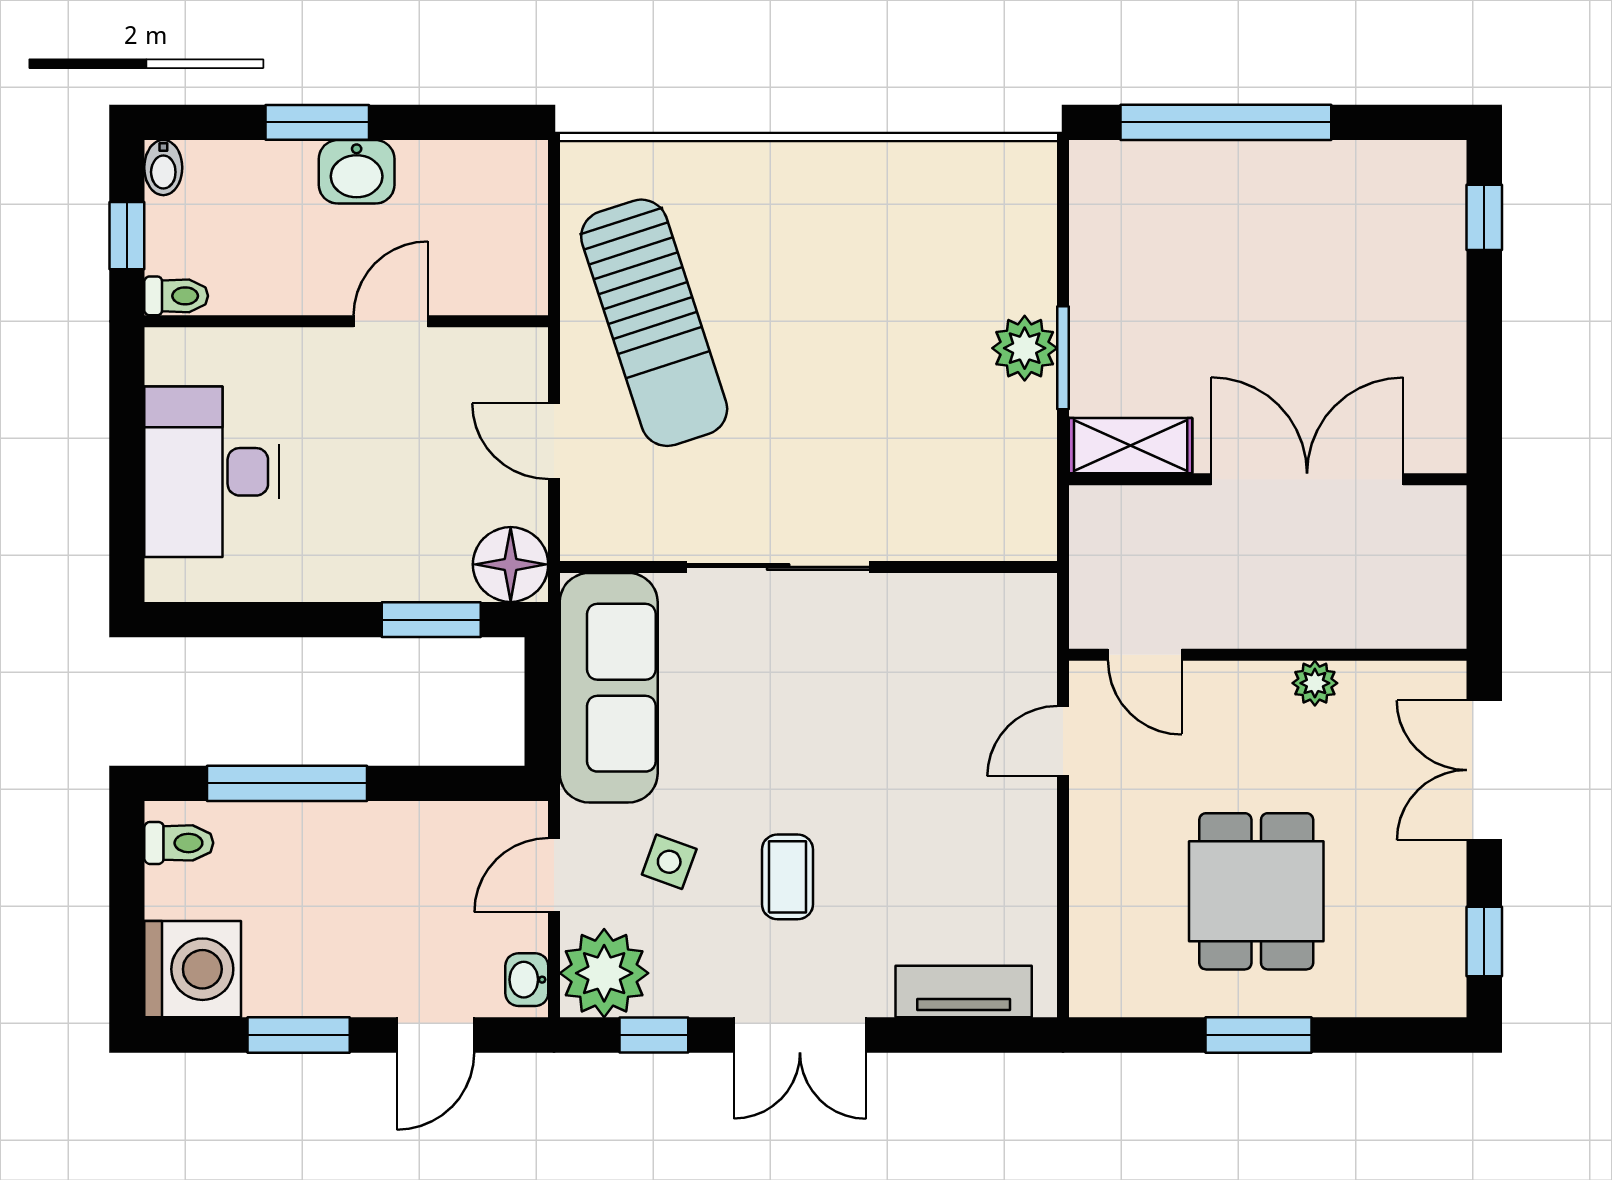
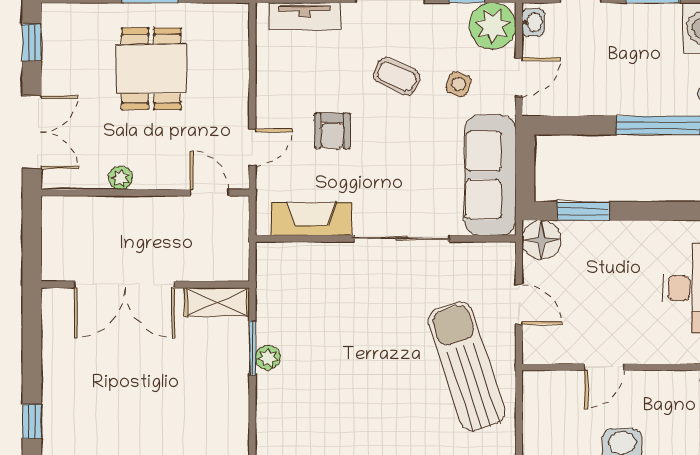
plant: (1025, 348) -> (268, 358), width x0.73, depth x0.73
fireplace: (950, 605) -> (311, 219), added
armchair: (911, 773) -> (332, 131), added
coffee table: (787, 877) -> (397, 76), turned -66

